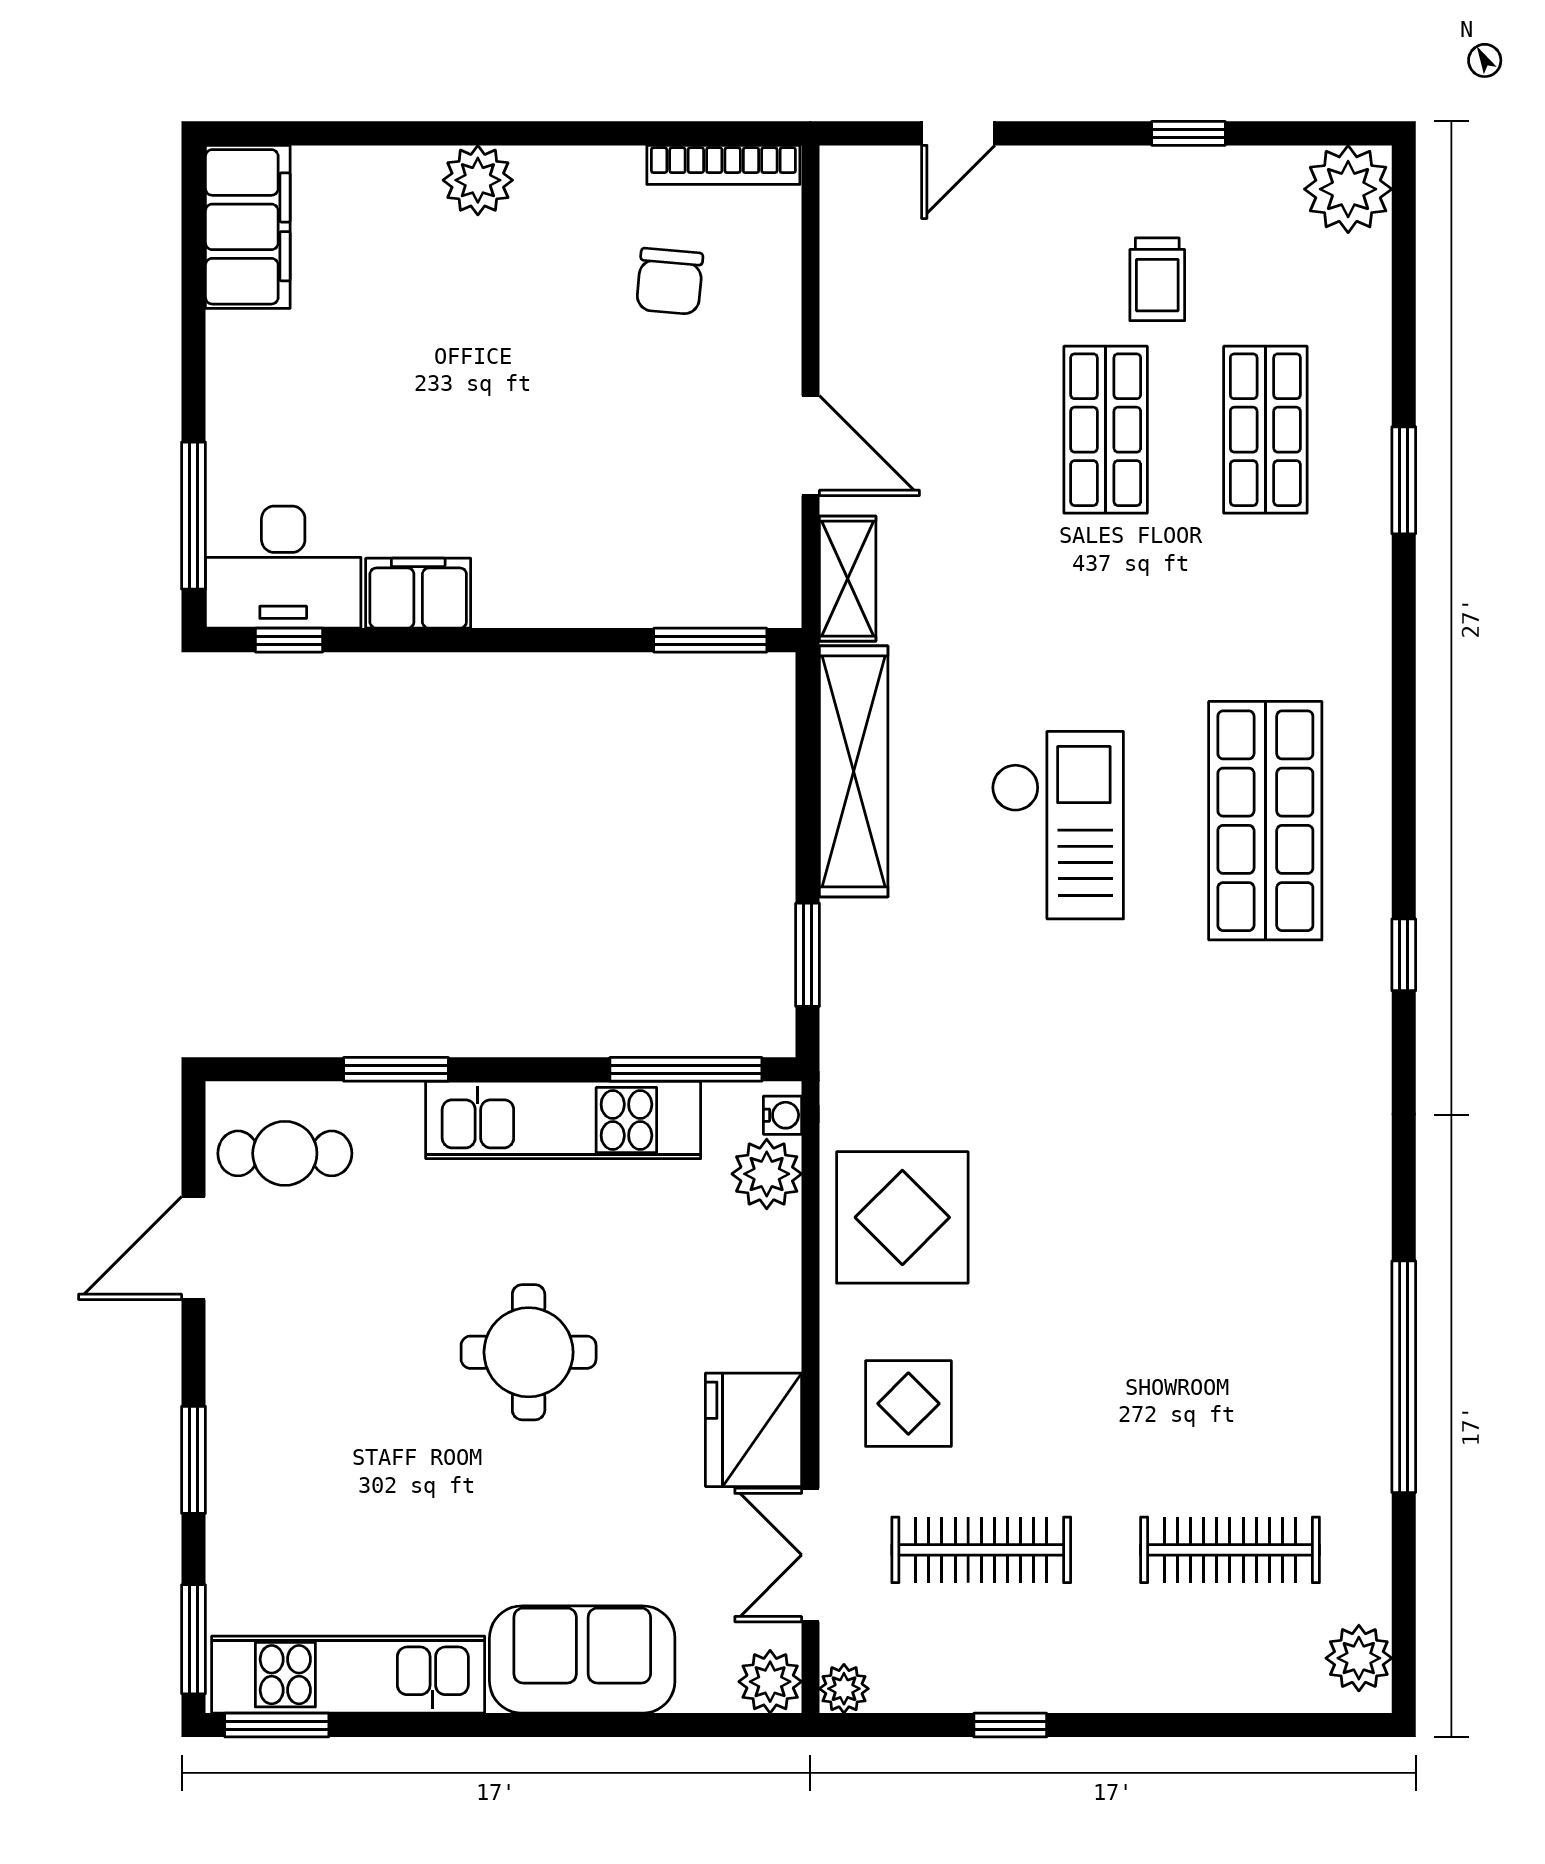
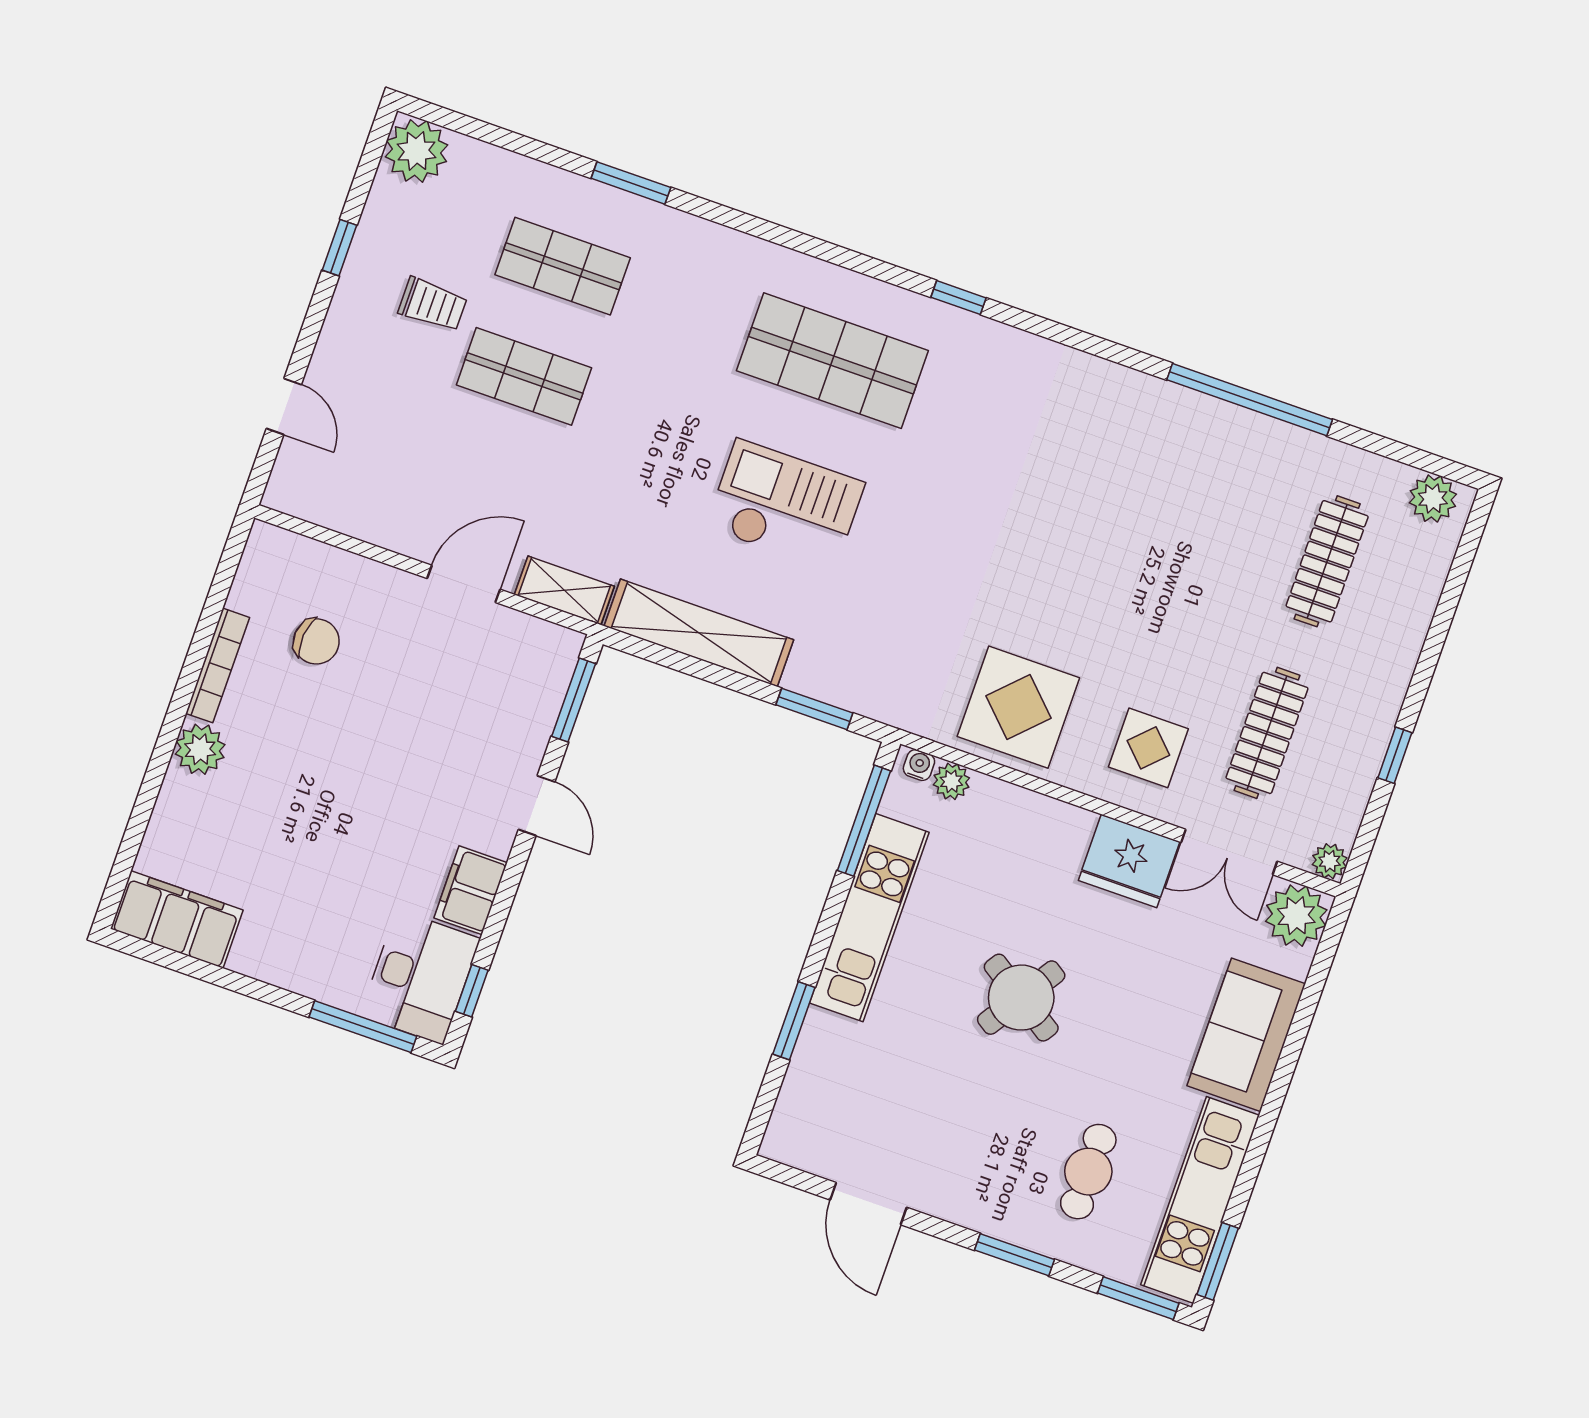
bookcase: (723, 165) -> (218, 665), moved
door: (557, 640) -> (537, 806), added
cafe table: (285, 1153) -> (1088, 1172), moved
plant: (767, 1174) -> (951, 781), width x0.73, depth x0.73
round table: (529, 1352) -> (1021, 998), turned 33
plant: (770, 1682) -> (1296, 916), width x1.36, depth x1.36

